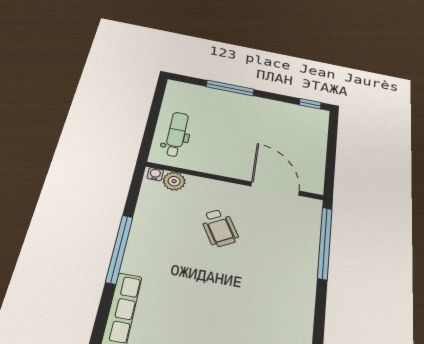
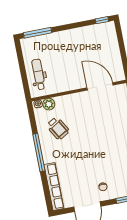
window: (230, 88) -> (38, 33), moved
wheelchair: (219, 228) -> (58, 128), moved

